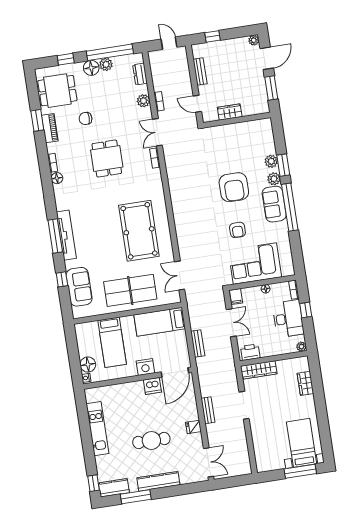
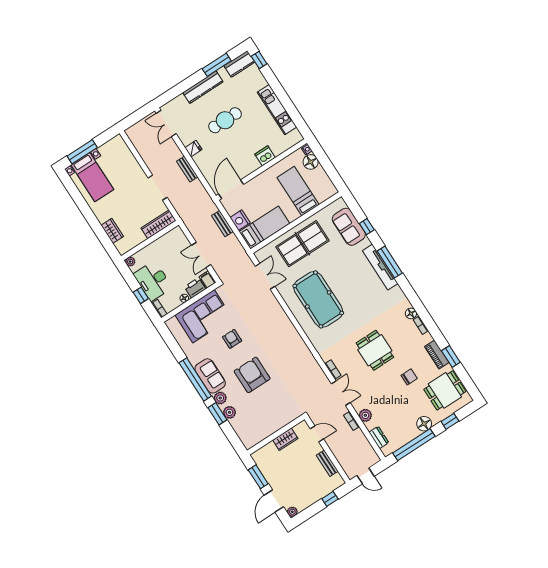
plant: (106, 64) -> (413, 432), removed
printer: (250, 352) -> (195, 288), moved, turned 180
nightstand: (145, 367) -> (240, 220), moved, turned -90
dishwasher: (152, 386) -> (265, 156), moved

